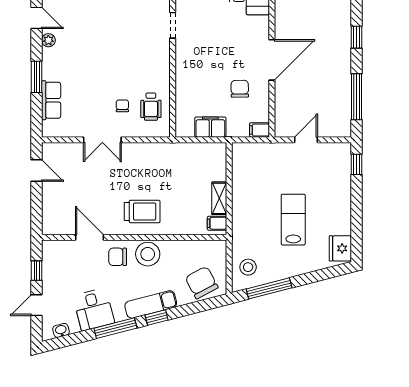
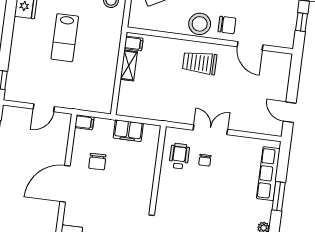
row of seats: (51, 100) -> (268, 174), width x1.48
double door: (102, 140) -> (210, 130), moved

